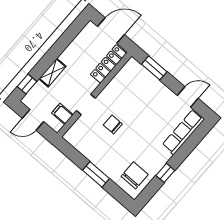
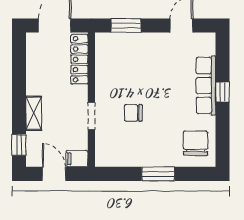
filing cabinet: (62, 114) -> (77, 159), moved
door: (33, 120) -> (54, 174), swing flipped
row of seats: (183, 132) -> (206, 85), moved
window: (165, 173) -> (222, 92), moved

